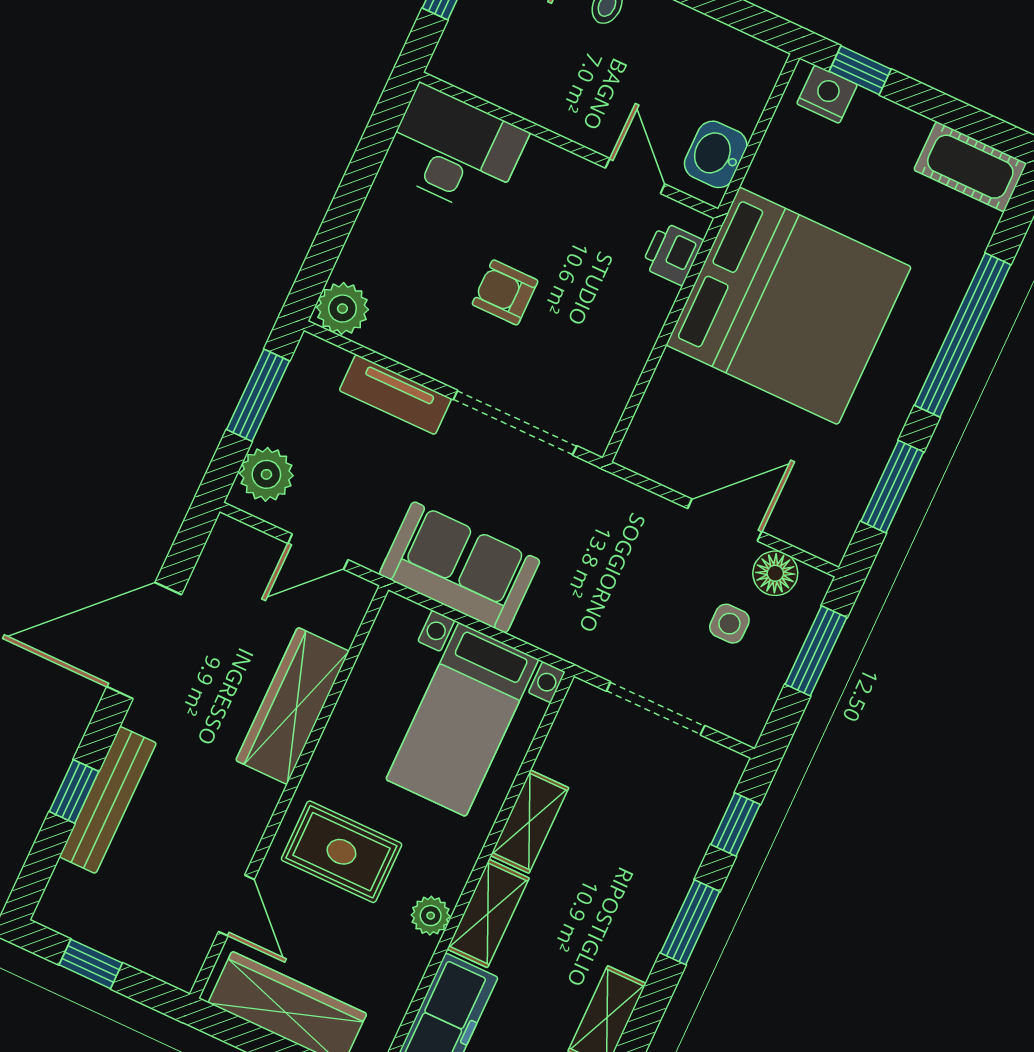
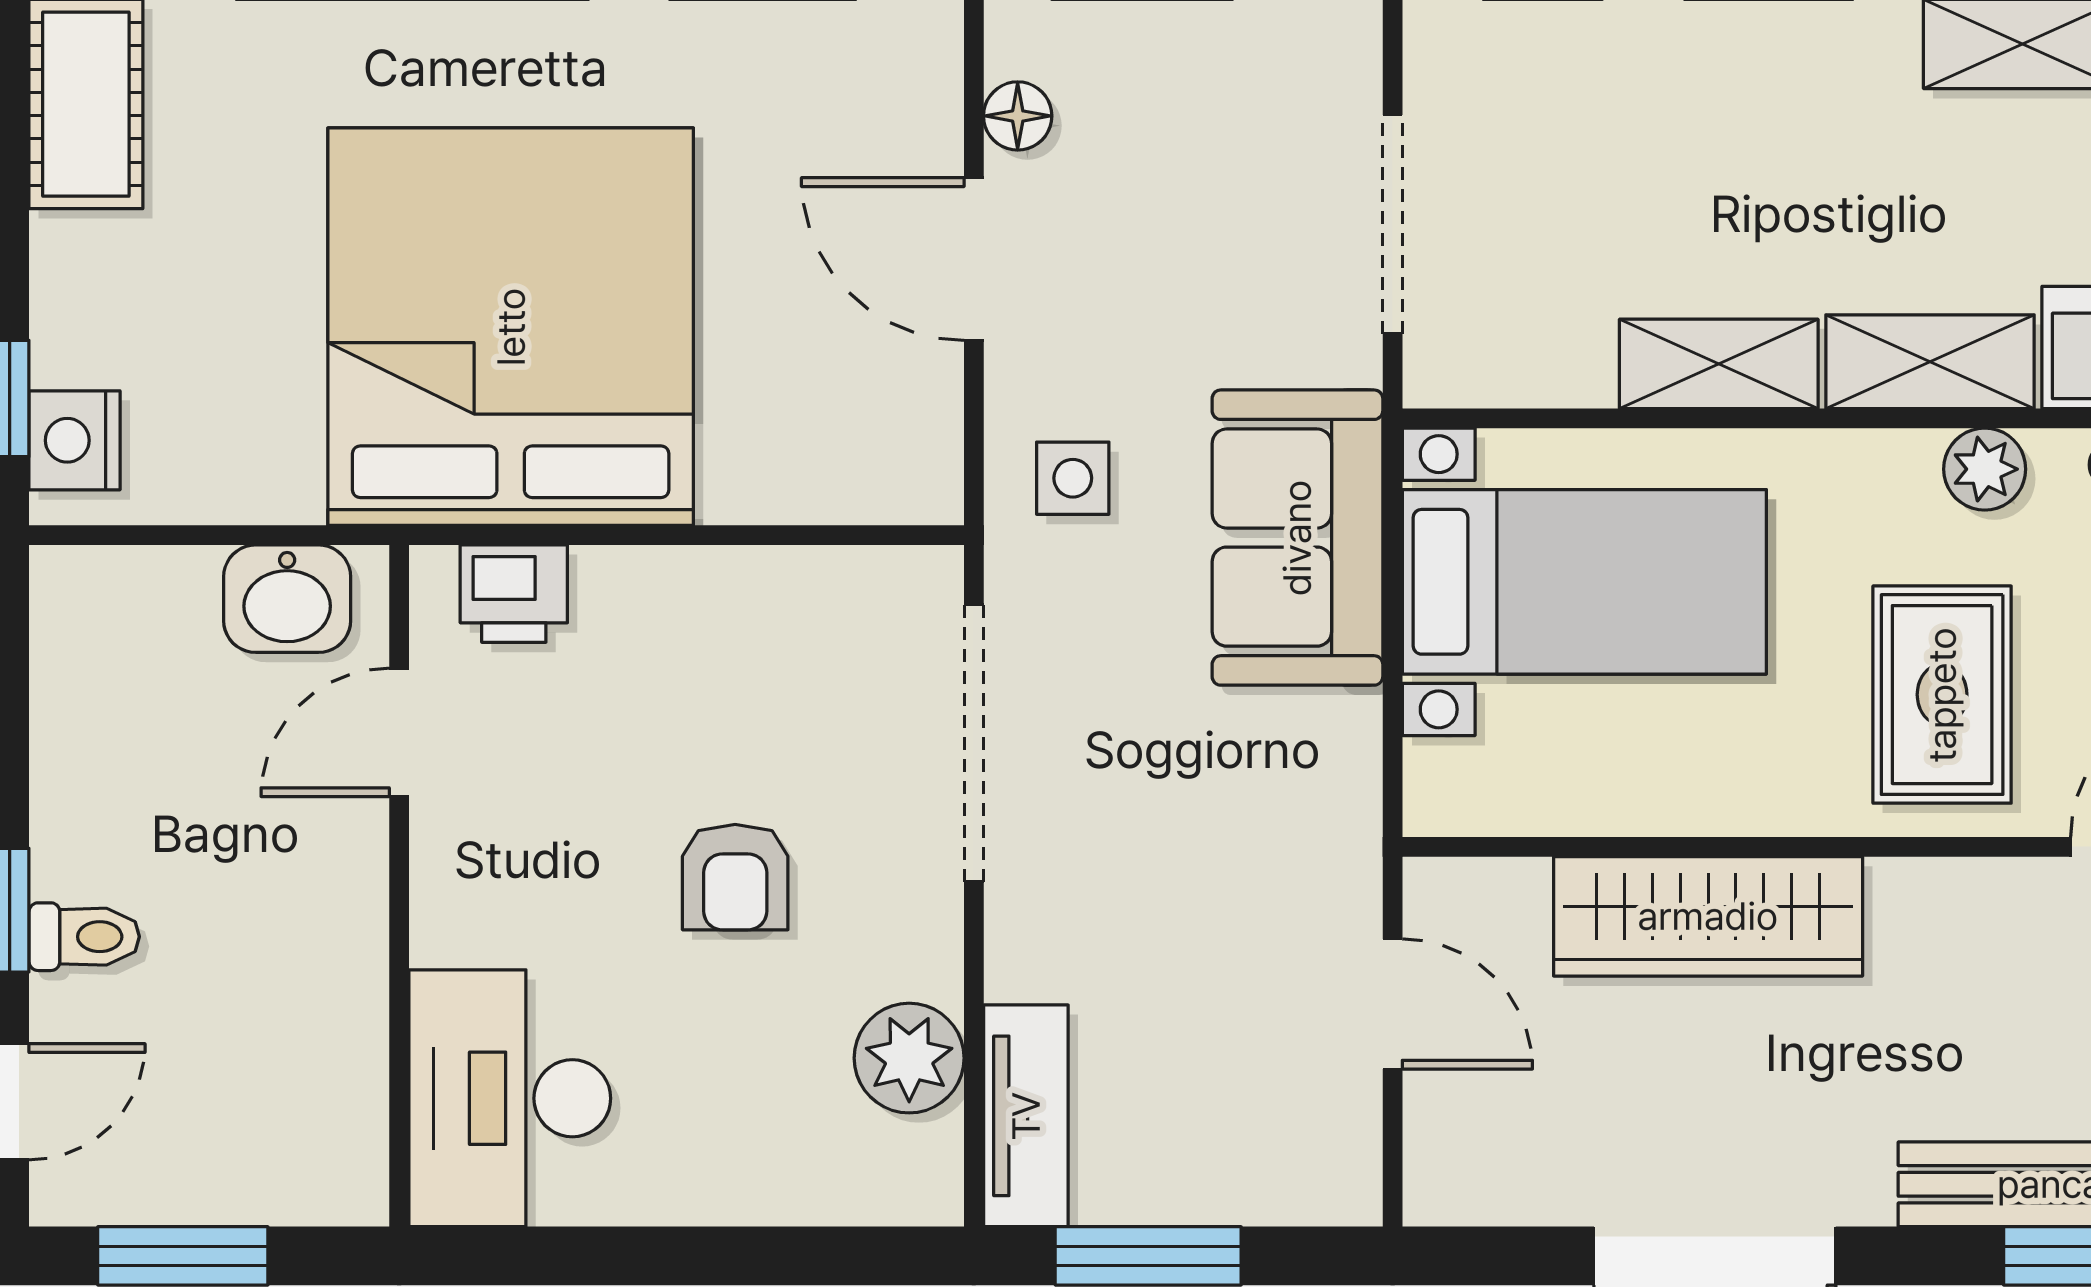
plant: (342, 309) -> (909, 1058), moved
tv unit: (395, 395) -> (1026, 1116), moved
plant: (266, 474) -> (1291, 1170), removed
sofa: (460, 567) -> (1297, 538), moved
floor lamp: (775, 573) -> (1018, 116), width x0.73, depth x0.73
side table: (729, 624) -> (1073, 478), moved

